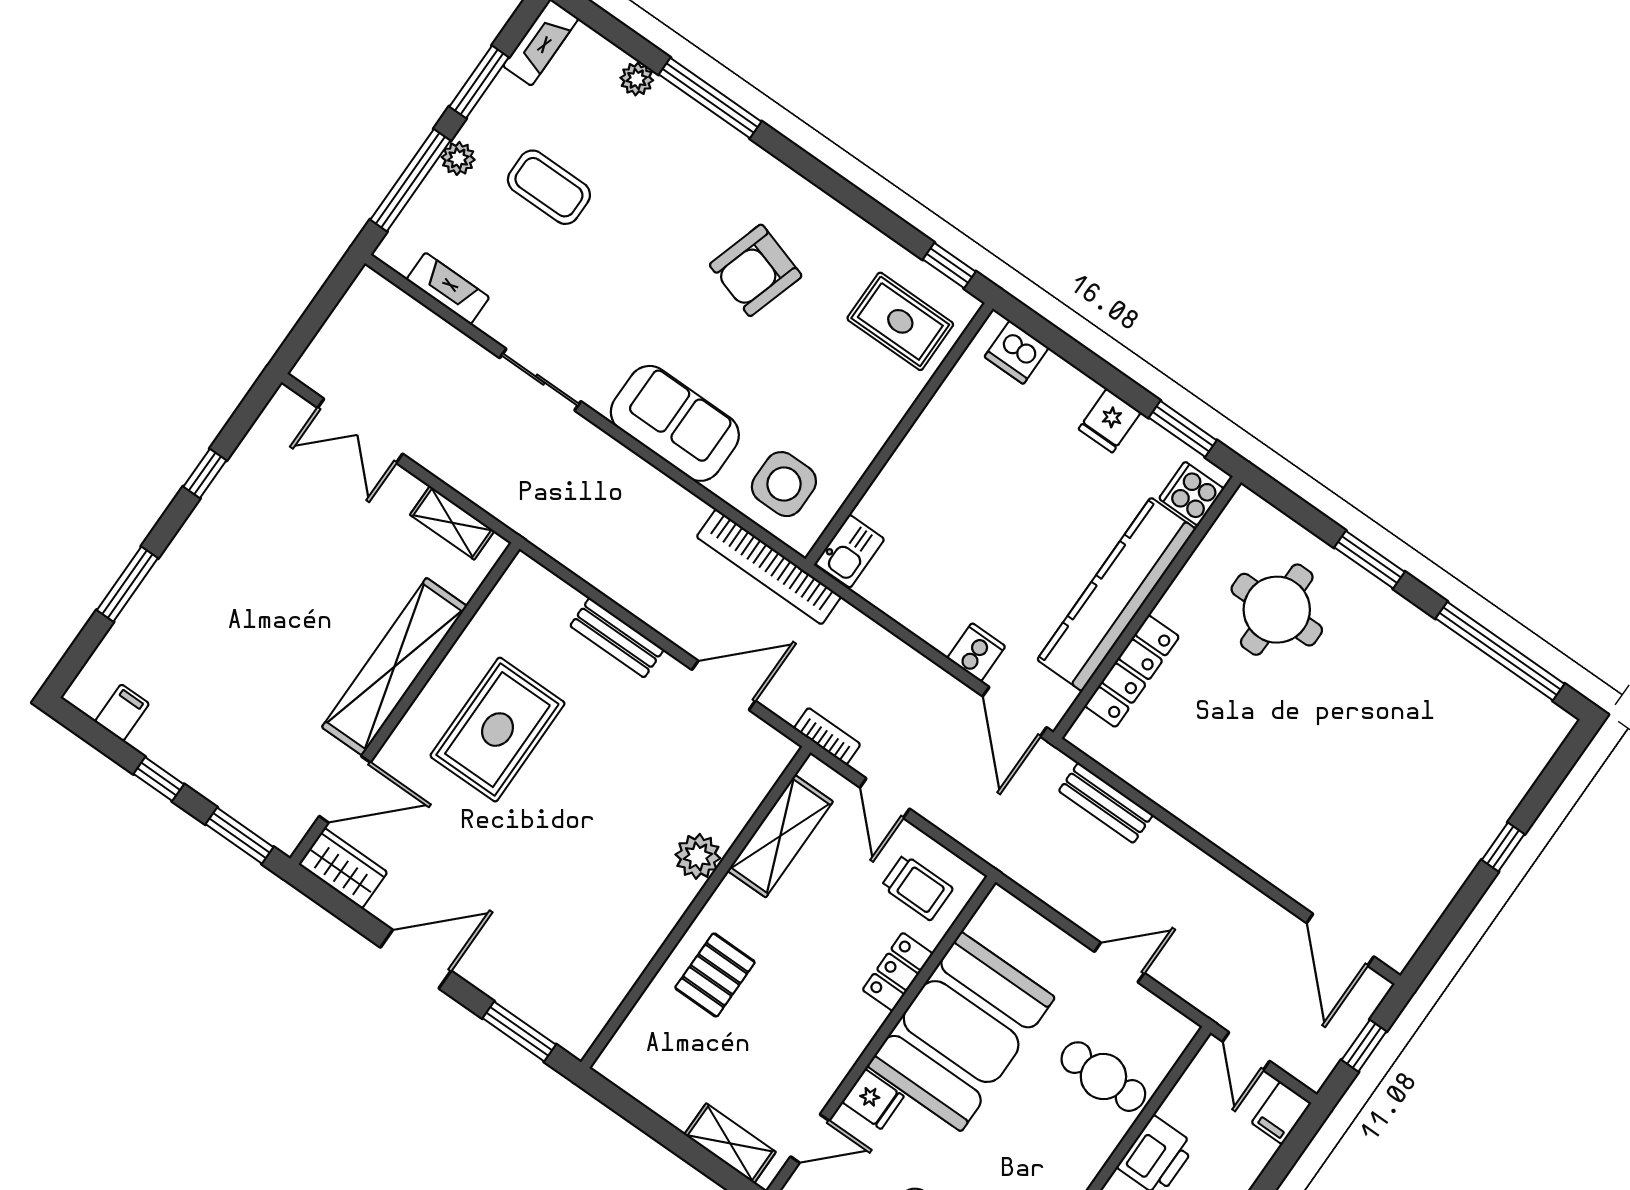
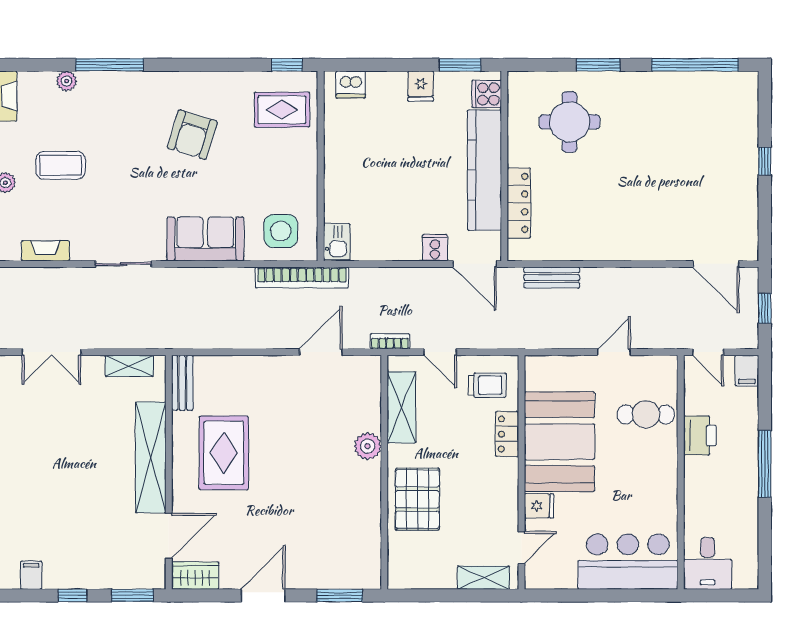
bench: (617, 638) -> (182, 383), moved, turned 90
pallet: (715, 975) -> (417, 499), width x1.50, depth x1.42

